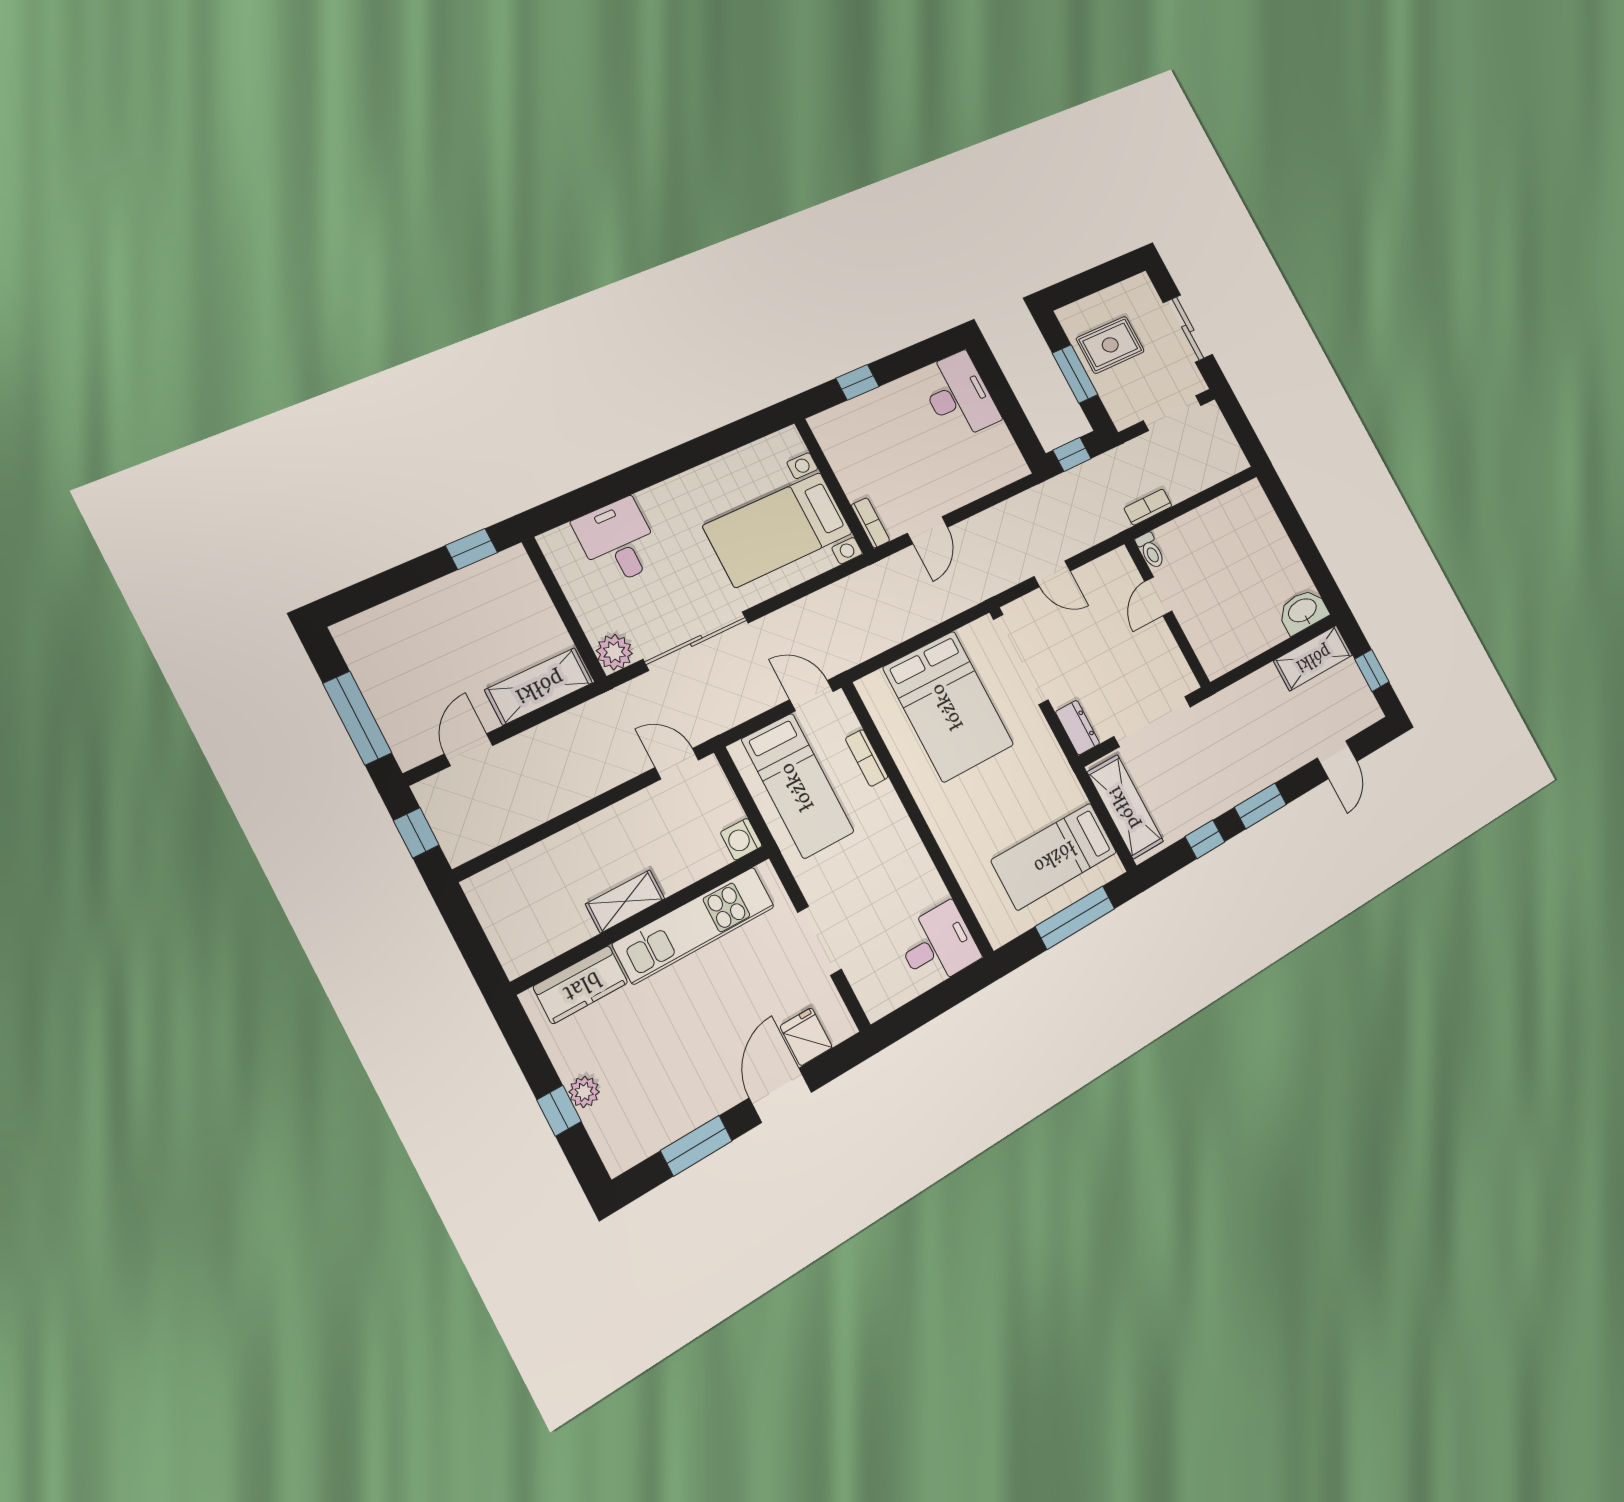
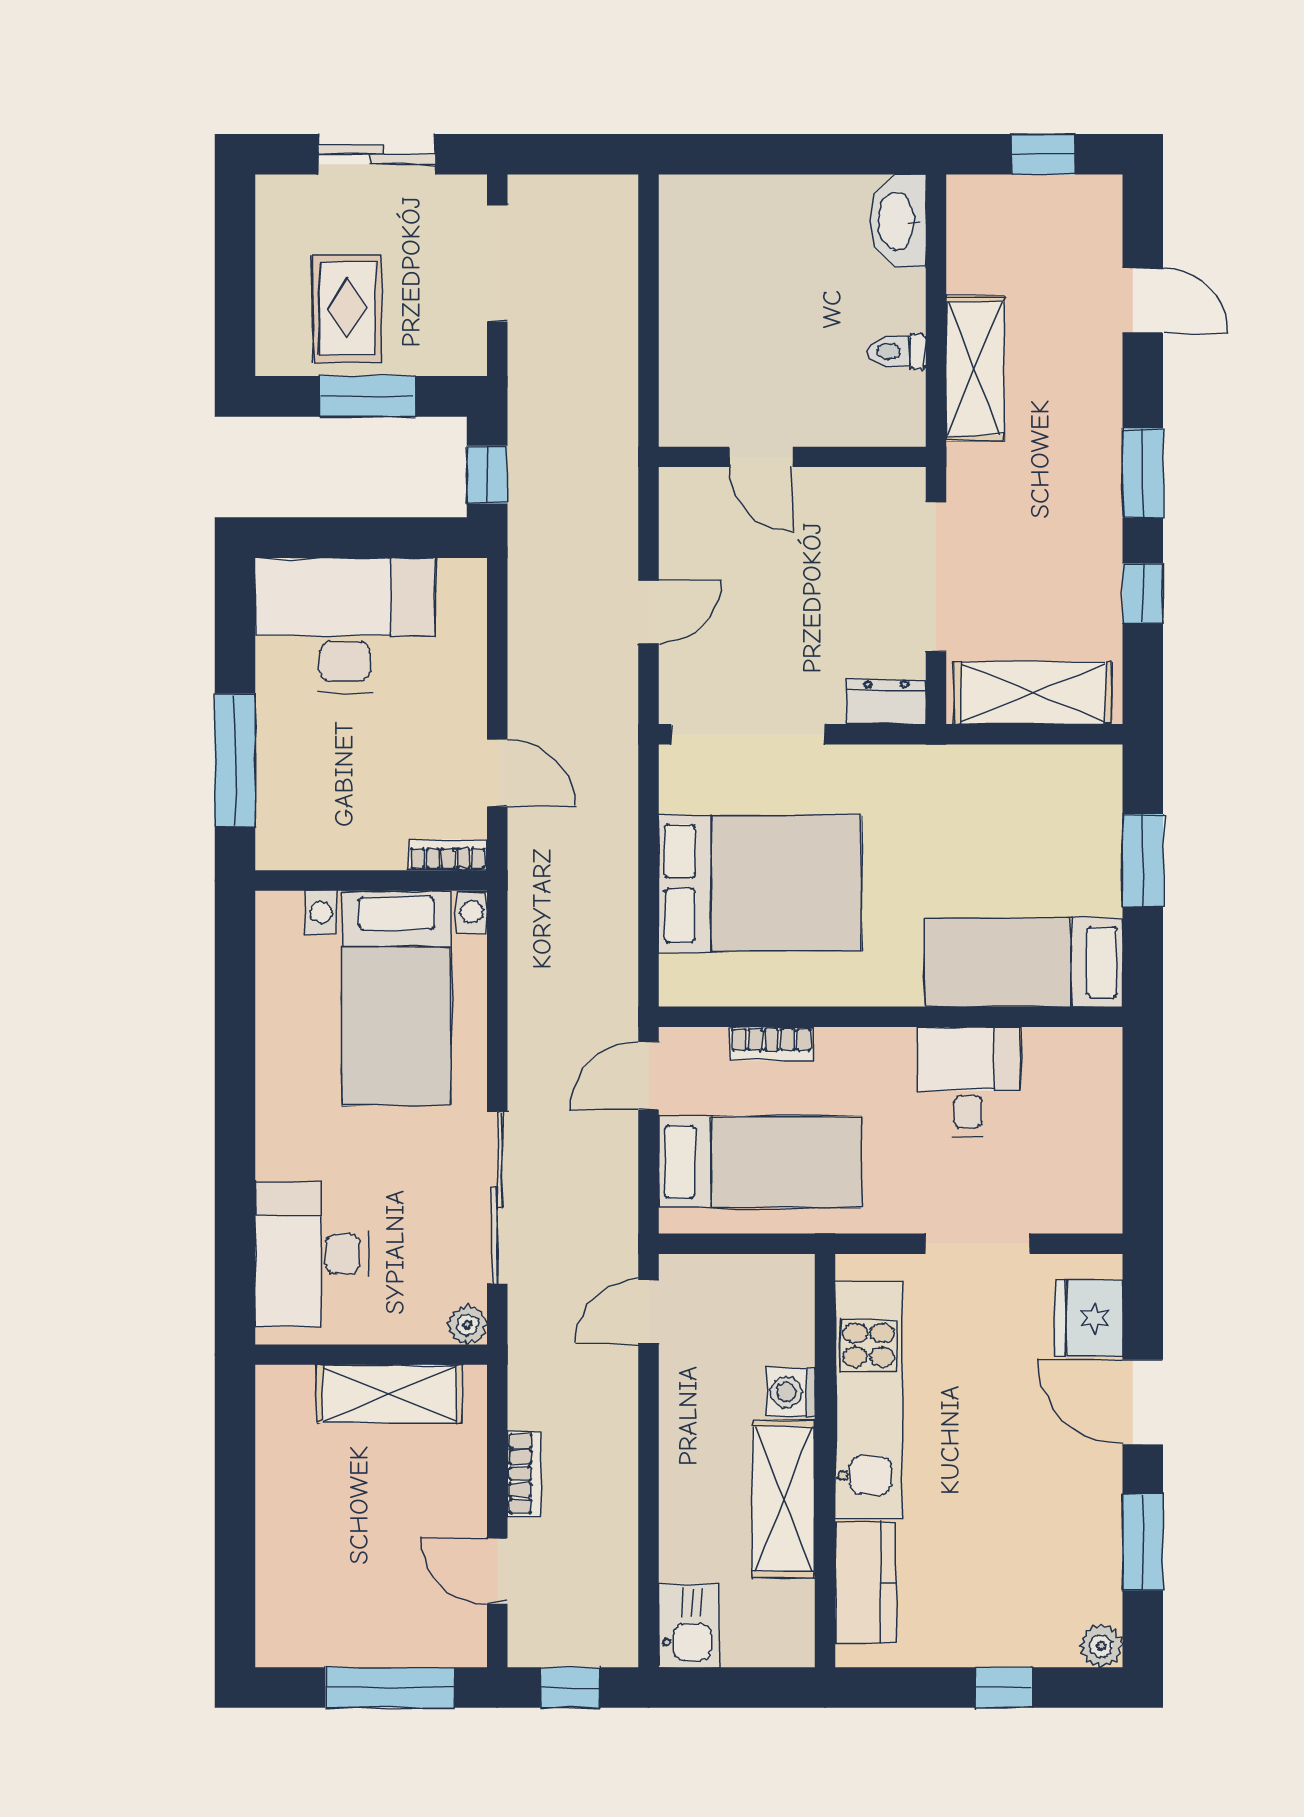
window: (857, 382) -> (235, 760), width x2.17
desk: (959, 396) -> (345, 625), width x1.36, depth x1.30
bookcase: (1148, 507) -> (524, 1474), moved, turned 180
desk: (618, 541) -> (312, 1254), width x1.37
window: (471, 549) -> (235, 1435), removed
toilet: (1150, 551) -> (897, 351), moved, turned 180
plant: (614, 652) -> (467, 1325), width x0.73, depth x0.73
shelving: (1313, 658) -> (975, 368), moved
shelving: (539, 686) -> (389, 1394), moved, turned 90
washing machine: (741, 839) -> (791, 1392), moved, turned 90
bed: (1054, 856) -> (1024, 962), moved, turned 90
kitchen sink: (496, 888) -> (689, 1625), added
shelving: (625, 901) -> (783, 1499), width x1.50, depth x1.33
window: (1075, 918) -> (1143, 860), width x0.69
desk: (938, 945) -> (968, 1082), moved
fridge: (806, 1037) -> (1089, 1318), width x1.38
plant: (584, 1092) -> (1101, 1646), moved

